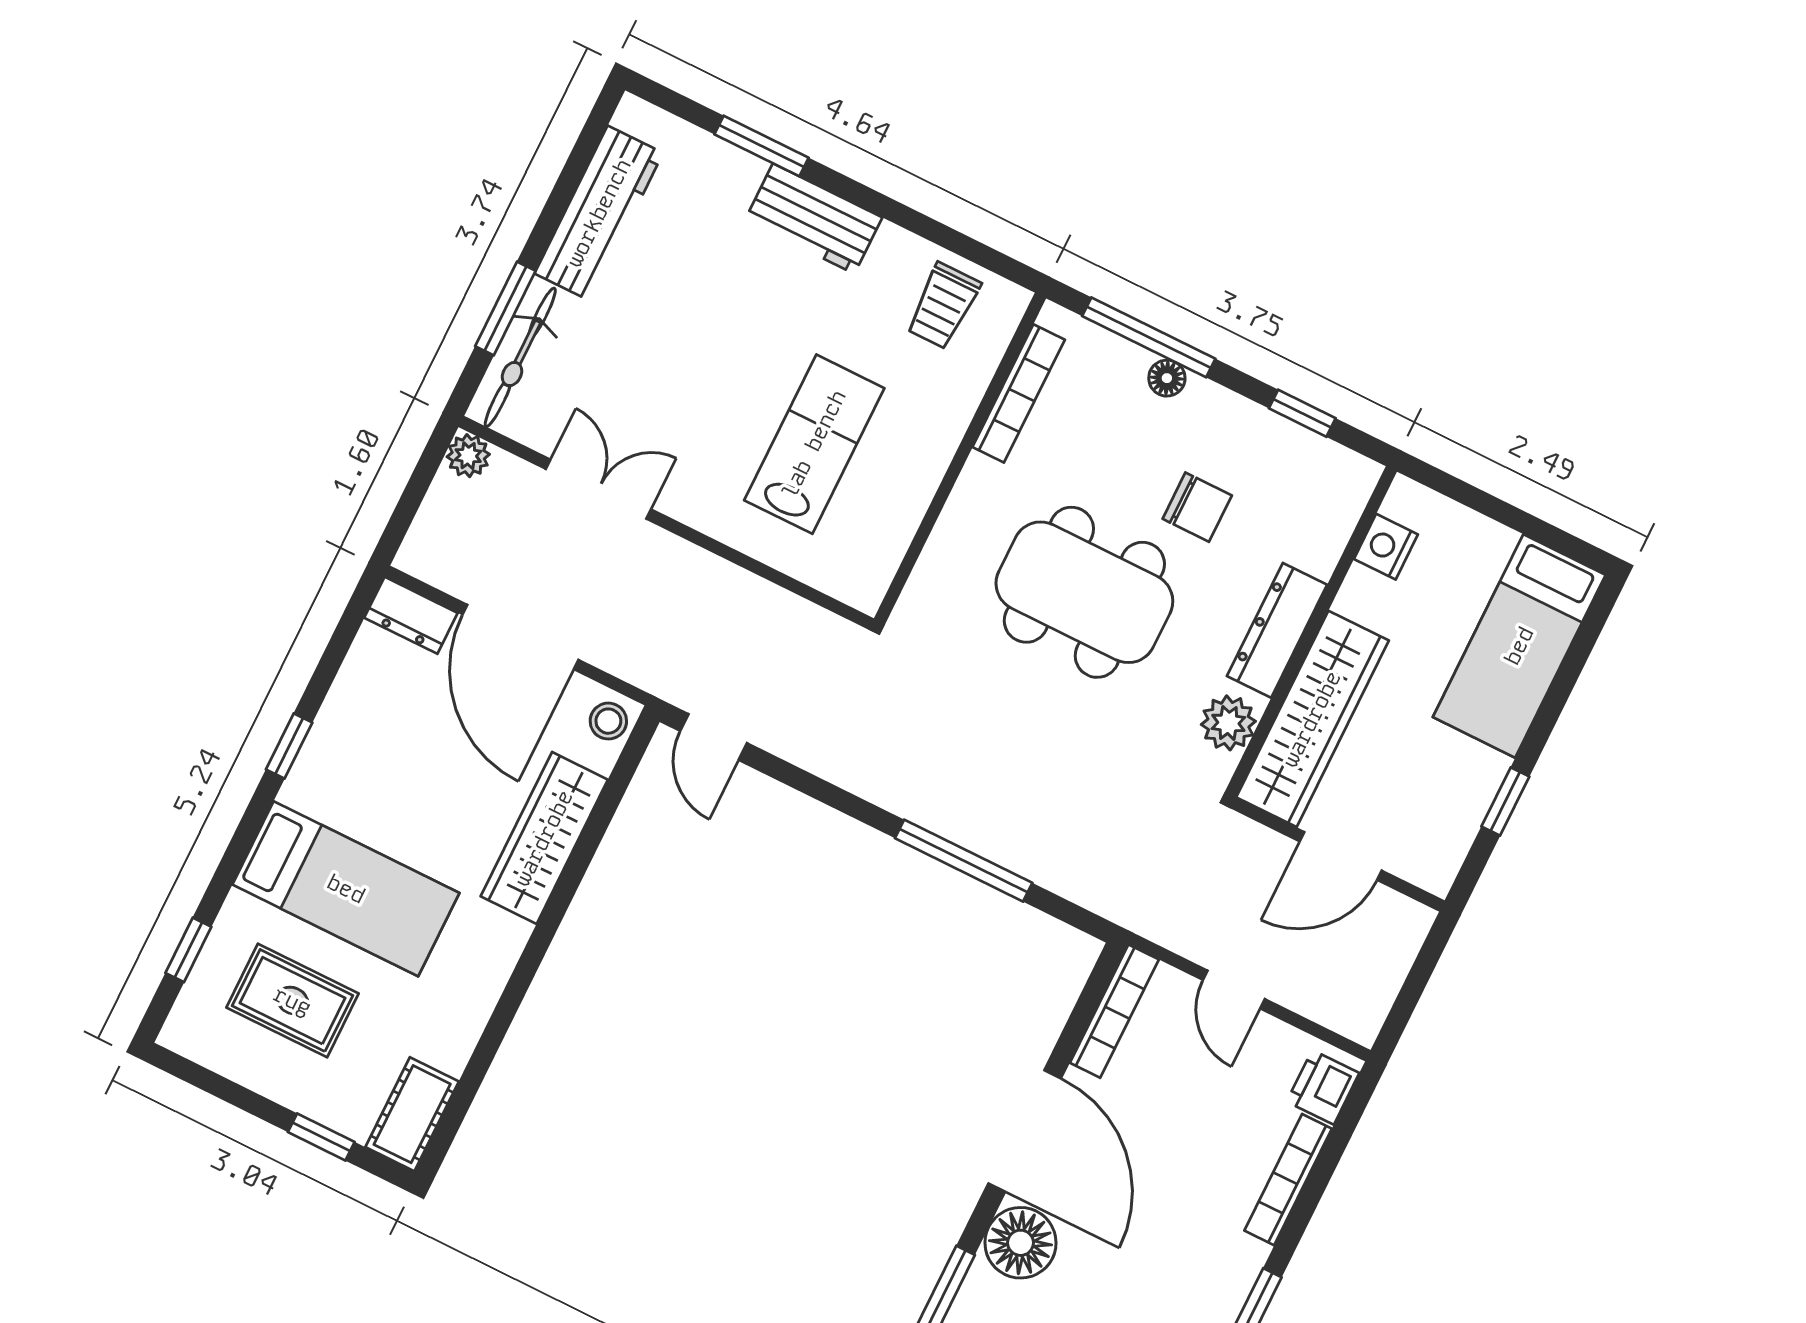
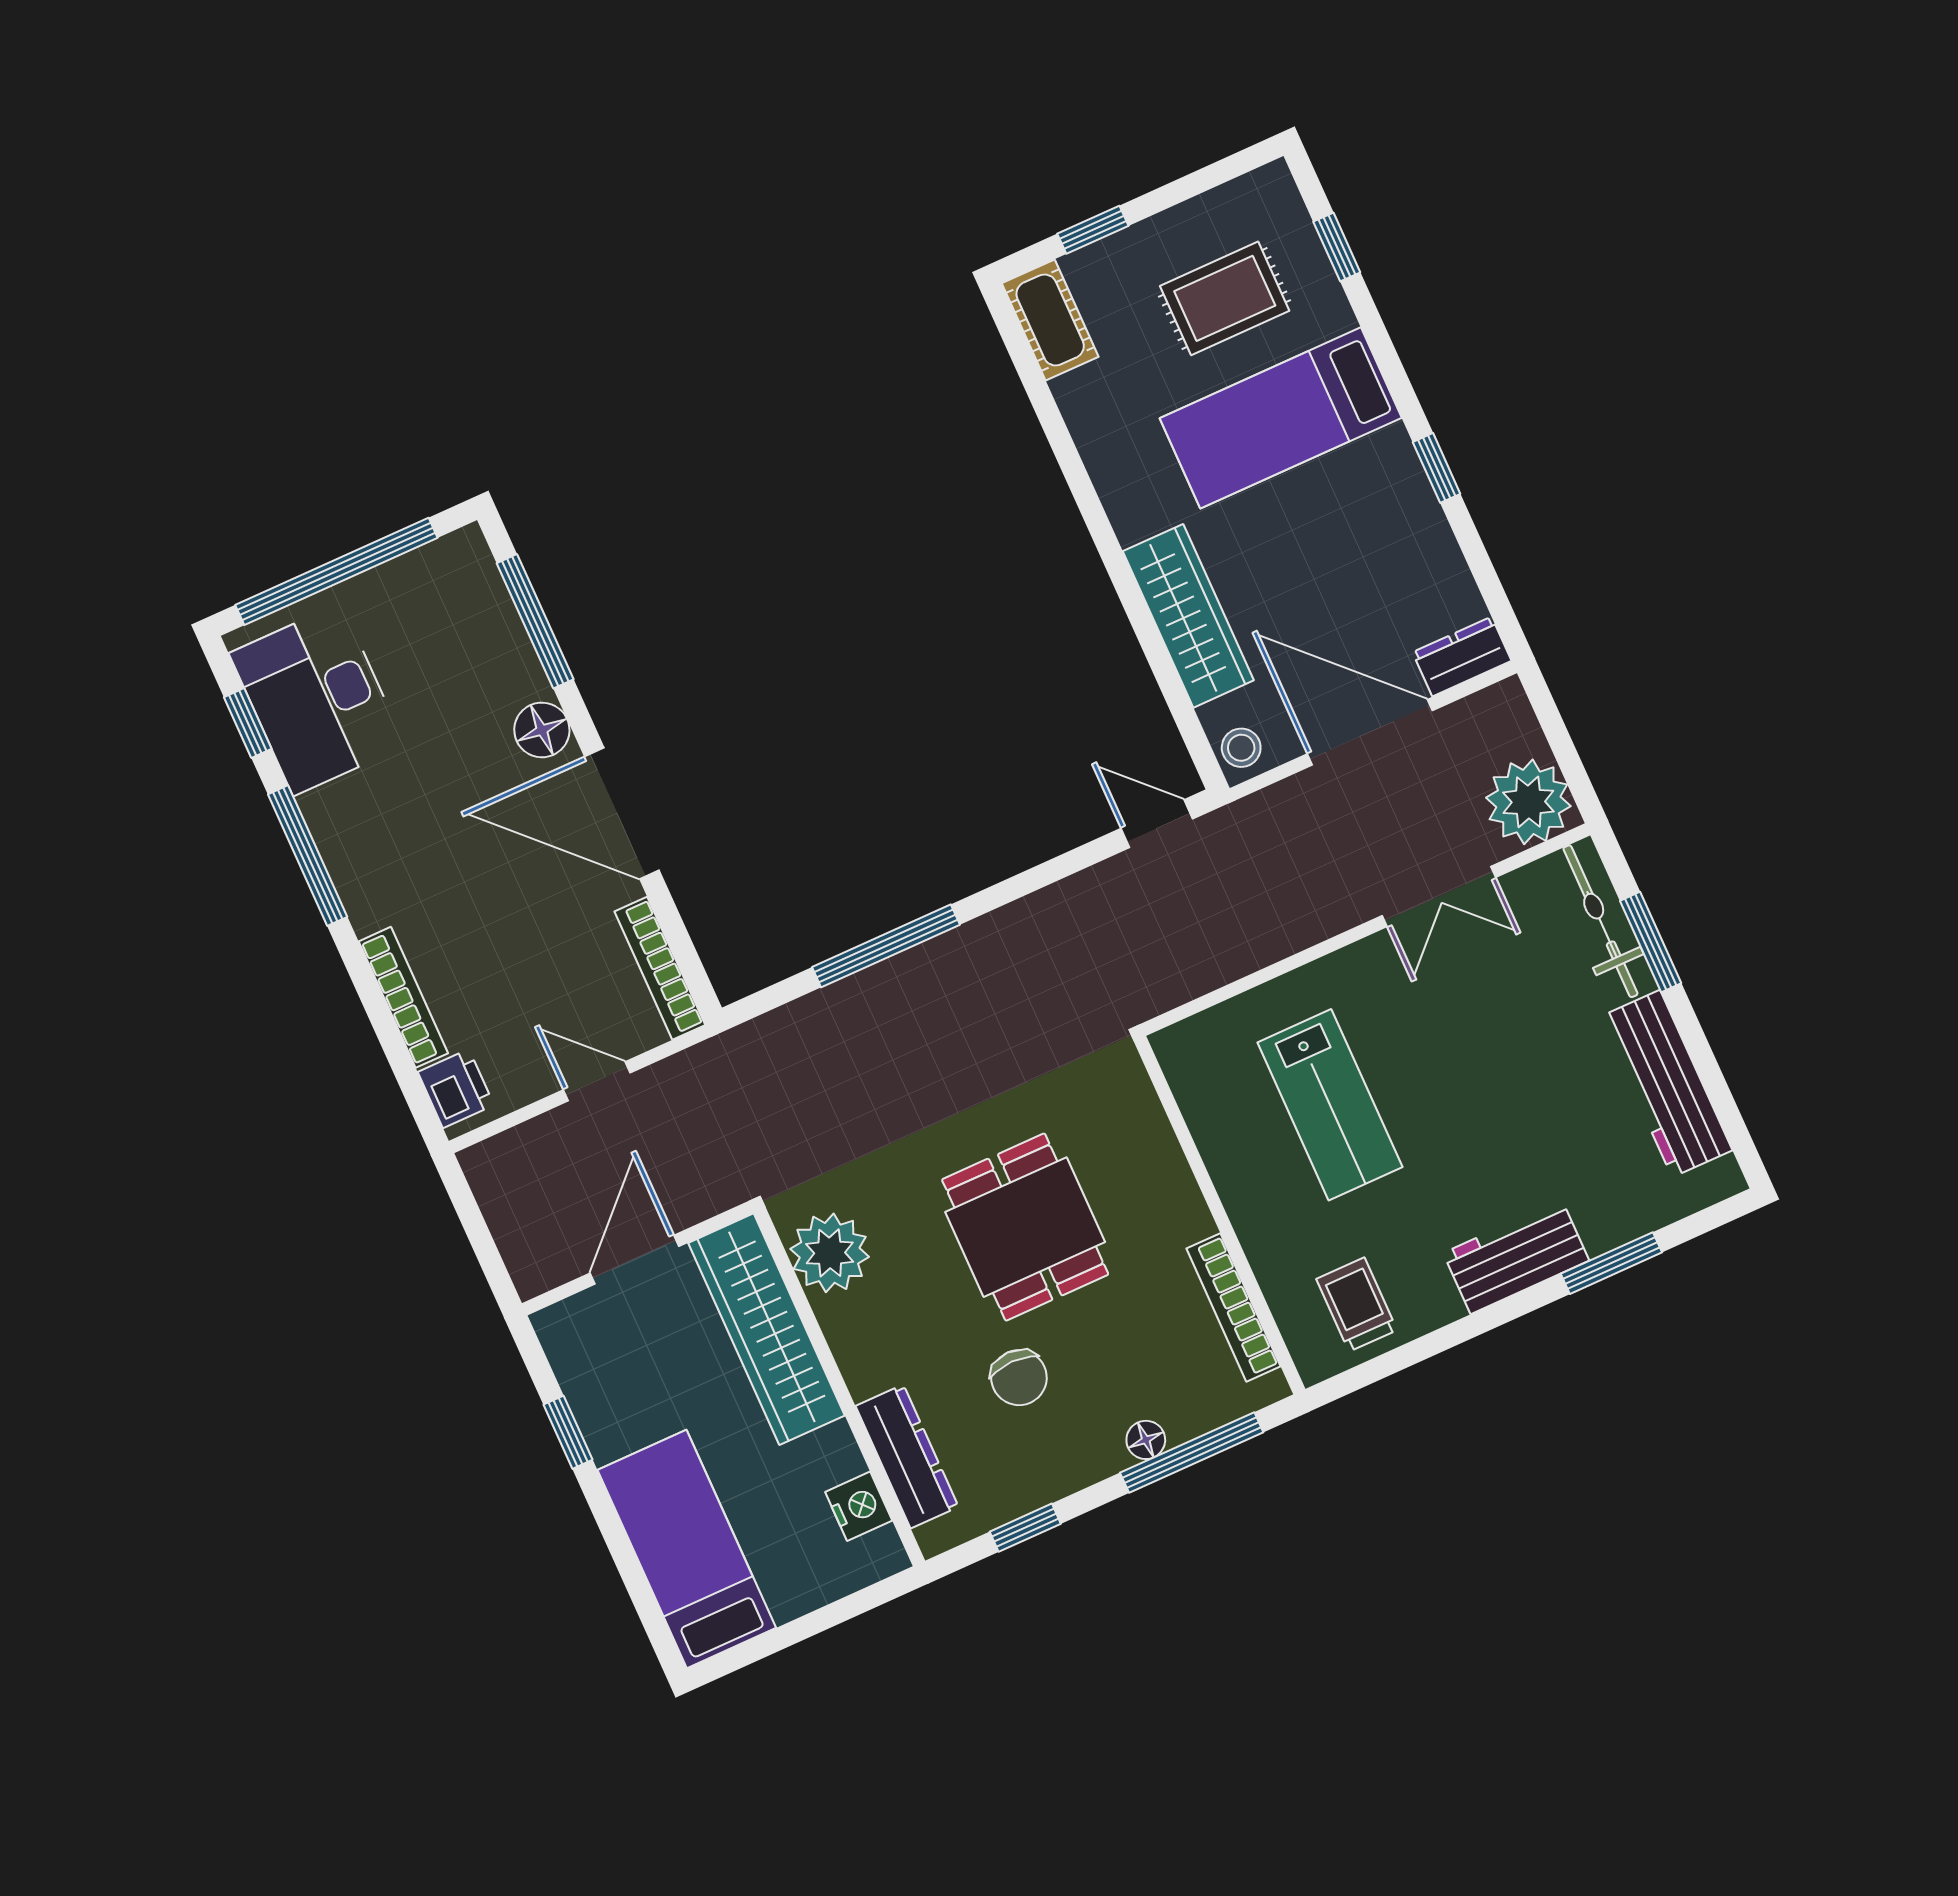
plant: (468, 456) -> (1528, 802), width x1.87, depth x1.87
chair: (1197, 507) -> (1019, 1378), turned -90
dining table: (1084, 592) -> (1025, 1227), width x0.73
dresser: (1277, 630) -> (907, 1456), moved
plant: (1228, 723) -> (830, 1253), width x1.36, depth x1.36
floor lamp: (1021, 1243) -> (542, 730), width x0.73, depth x0.73

